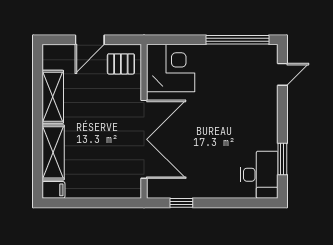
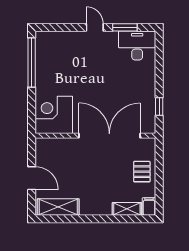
pallet: (121, 64) -> (142, 172), moved
door: (282, 74) -> (95, 27), moved
shelving: (53, 97) -> (58, 207), moved
shelving: (53, 152) -> (127, 209), width x0.67, depth x0.75

